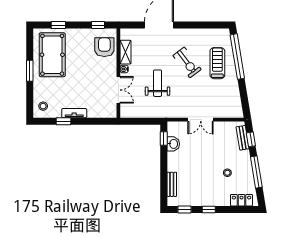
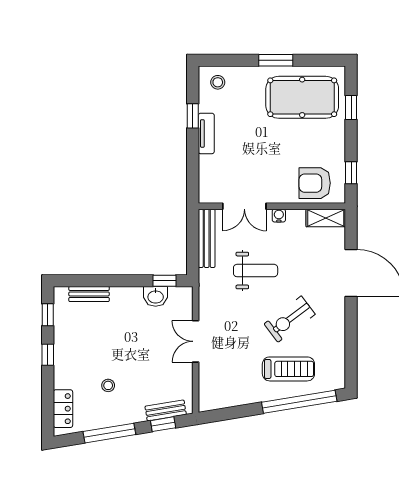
armchair: (104, 47) -> (315, 183), turned 180
shelving: (126, 52) -> (326, 218), moved
bench: (138, 113) -> (207, 238), added

